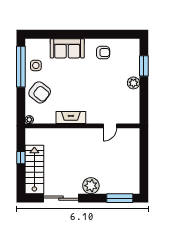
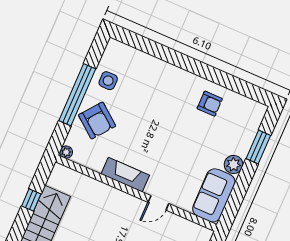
sofa: (67, 48) -> (214, 195), moved, turned 90
window: (21, 67) -> (77, 95), moved
door: (110, 126) -> (158, 203), moved

